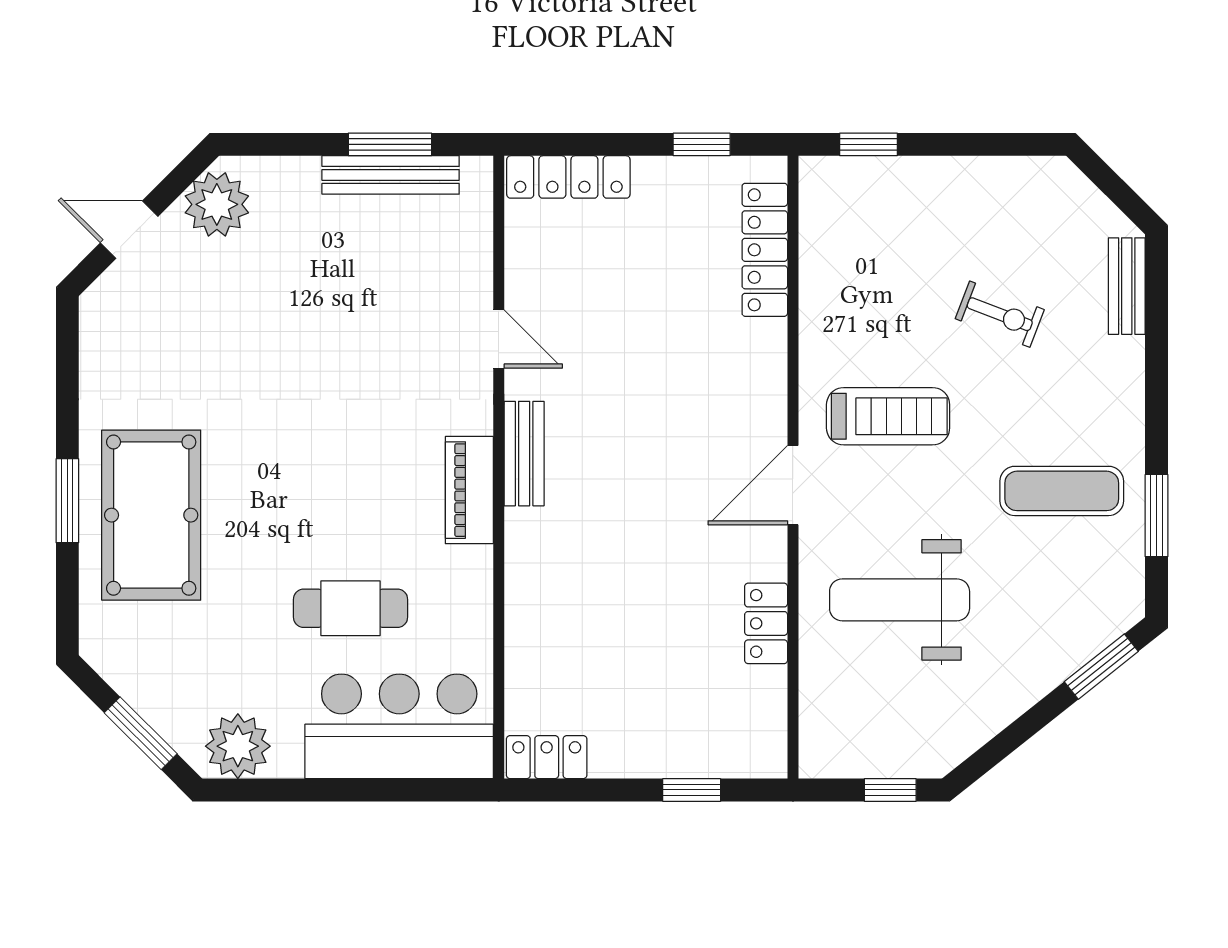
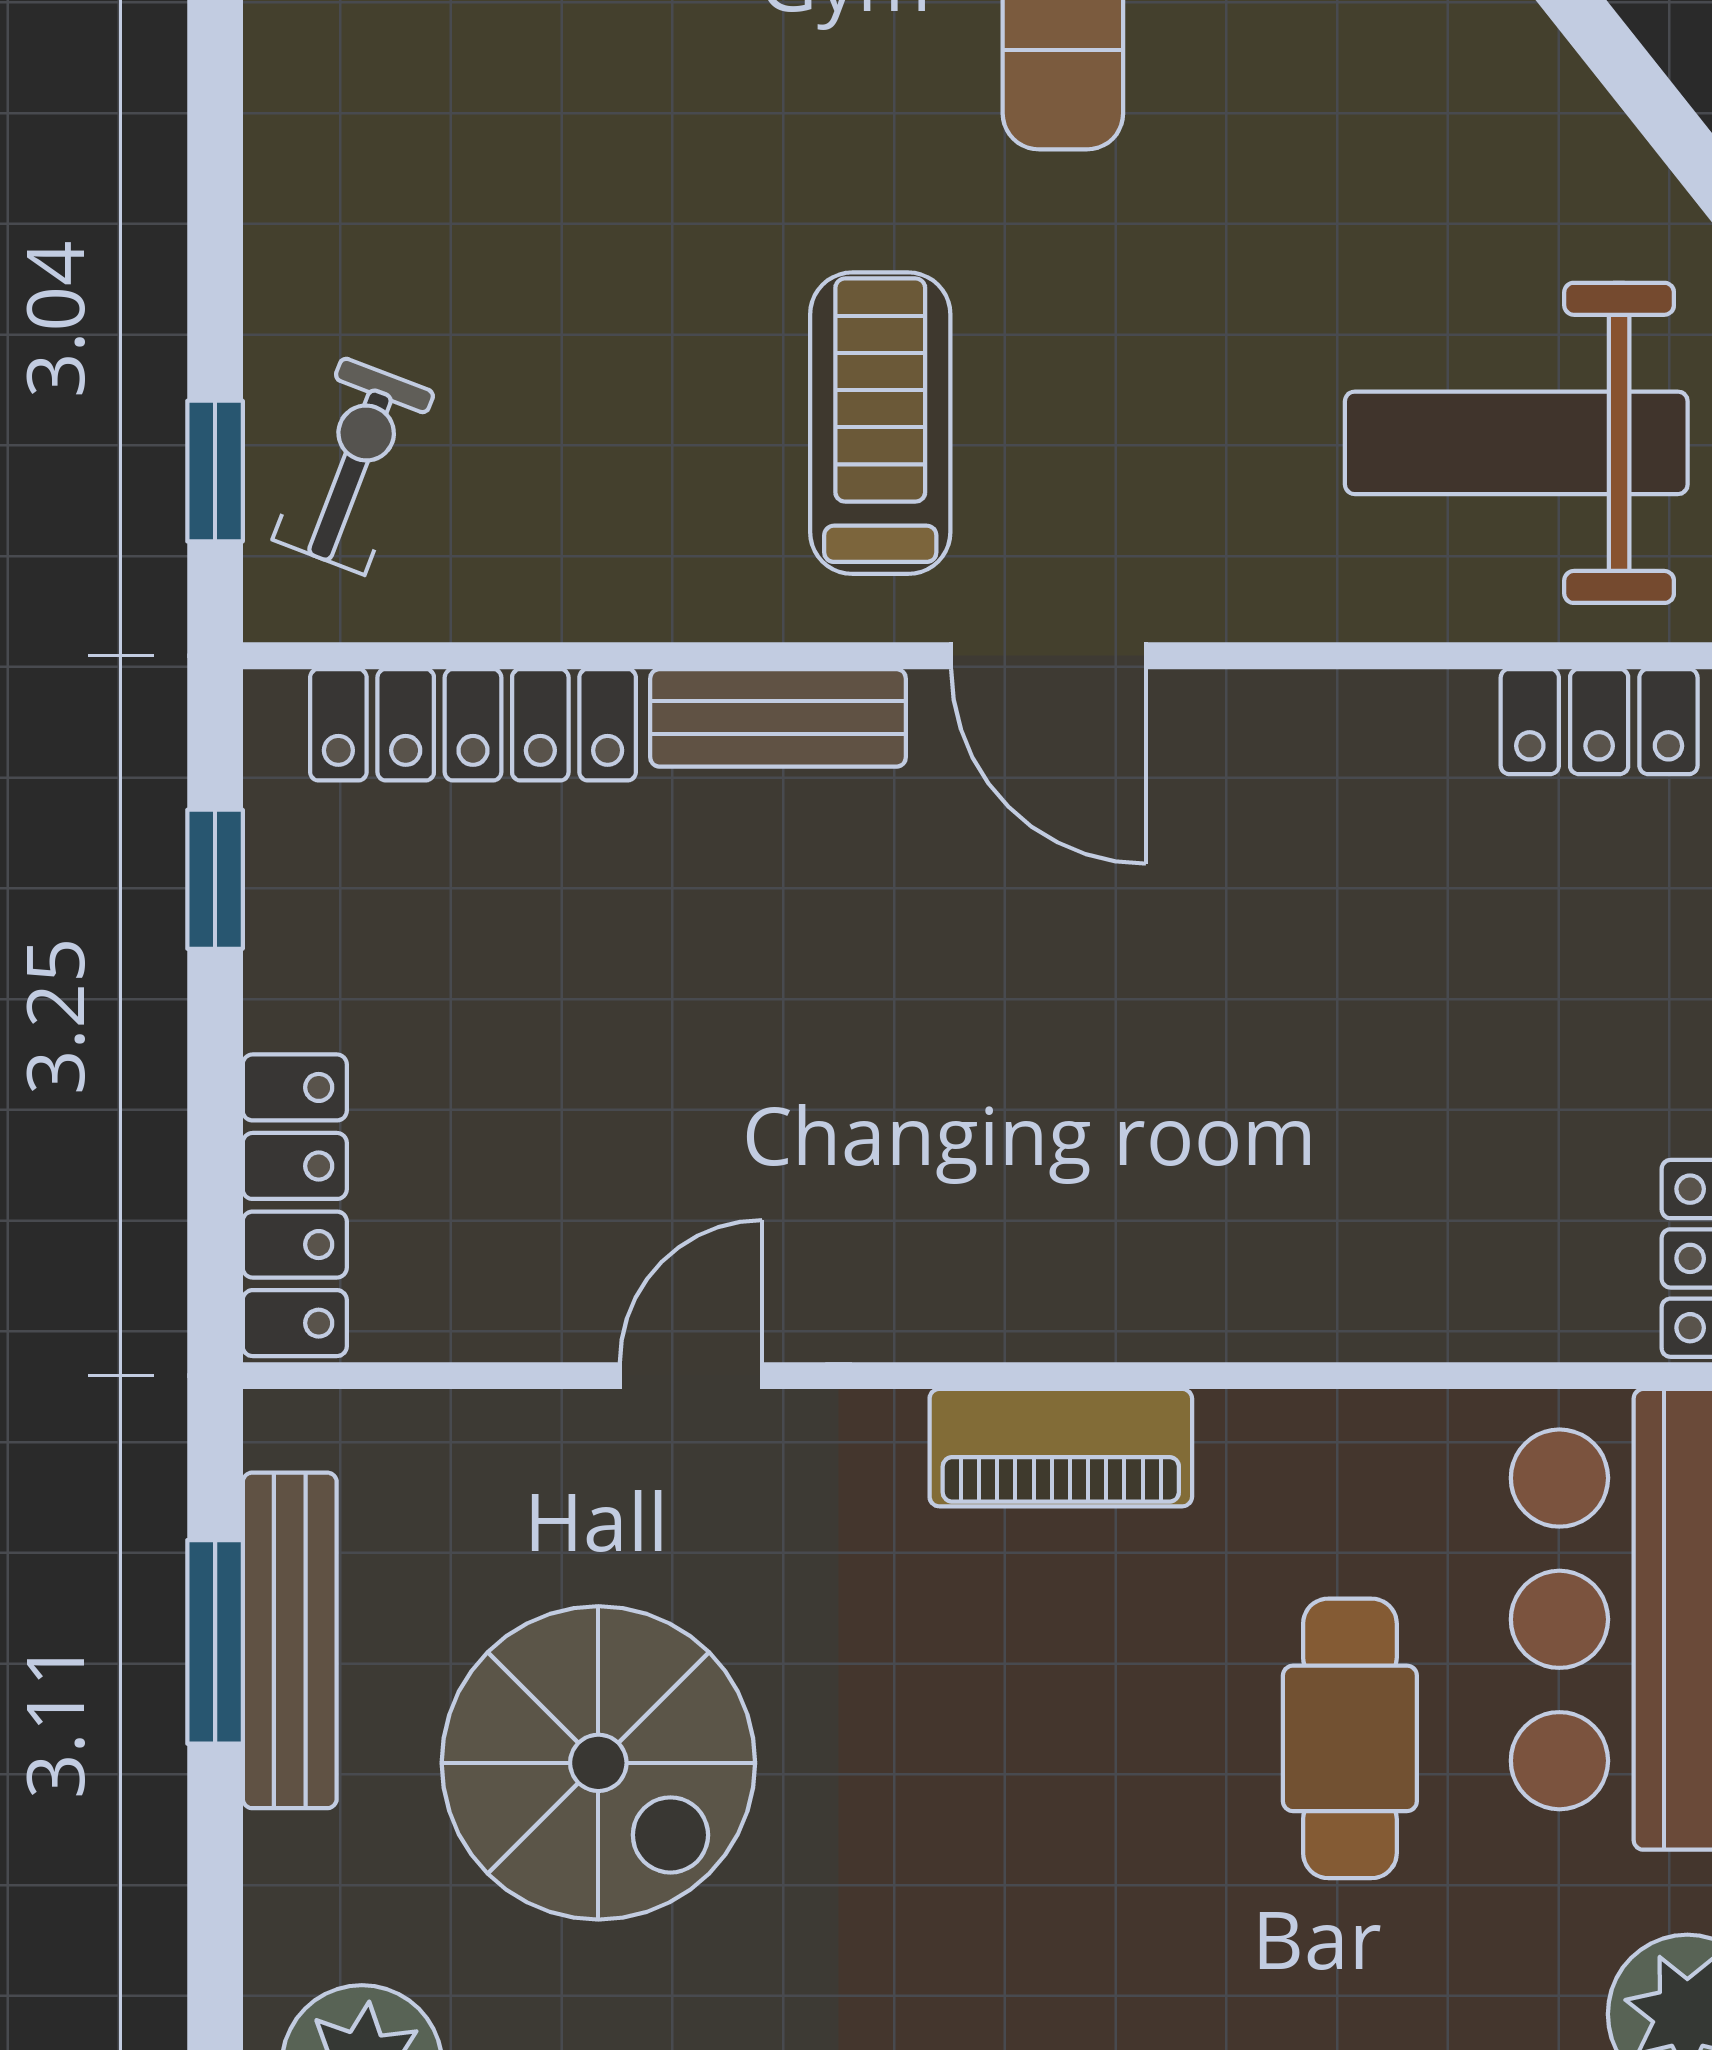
spiral stairs: (340, 301) -> (598, 1763), added
exercise bike: (1000, 314) -> (354, 466), moved
bench: (524, 454) -> (778, 718), moved
weight bench: (900, 600) -> (1516, 443), moved, turned 90
locker: (766, 623) -> (1599, 722), moved

